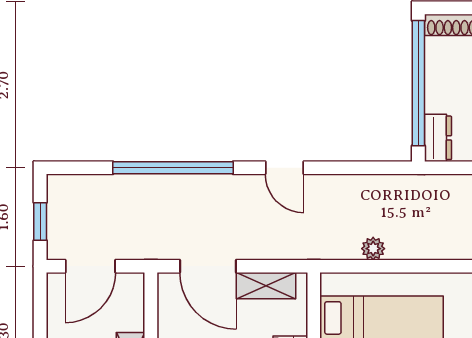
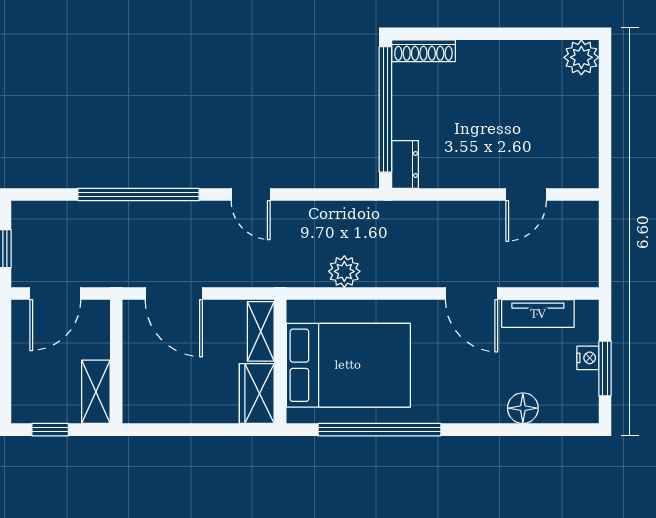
plant: (373, 249) -> (344, 271), width x1.38, depth x1.38
shelving: (266, 286) -> (261, 331), moved, turned 90

